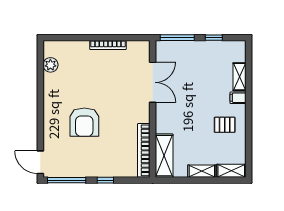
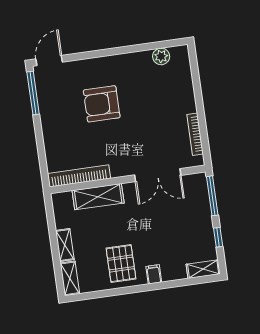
bookcase: (108, 45) -> (195, 134), moved
shelving: (239, 77) -> (203, 269), moved
pallet: (225, 125) -> (121, 264), width x1.50, depth x1.42
shelving: (164, 156) -> (98, 197), moved
window: (105, 180) -> (39, 137), removed

